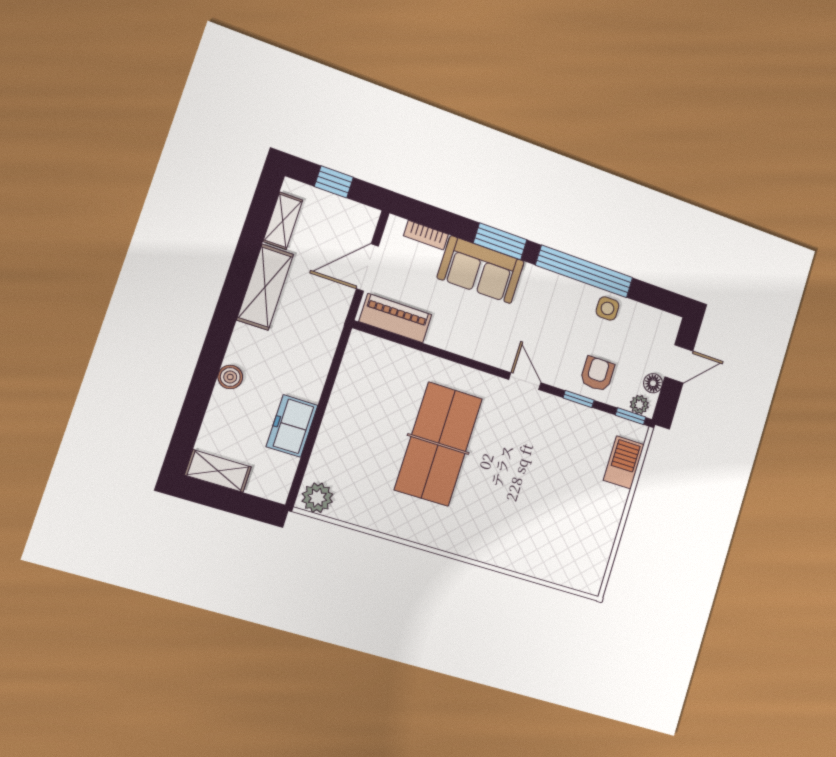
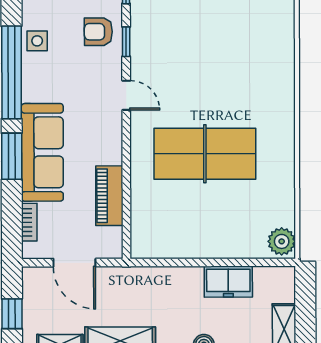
sofa: (481, 270) -> (42, 152), width x1.36
piano: (395, 318) -> (109, 196), moved
door: (525, 381) -> (126, 95), swing flipped

